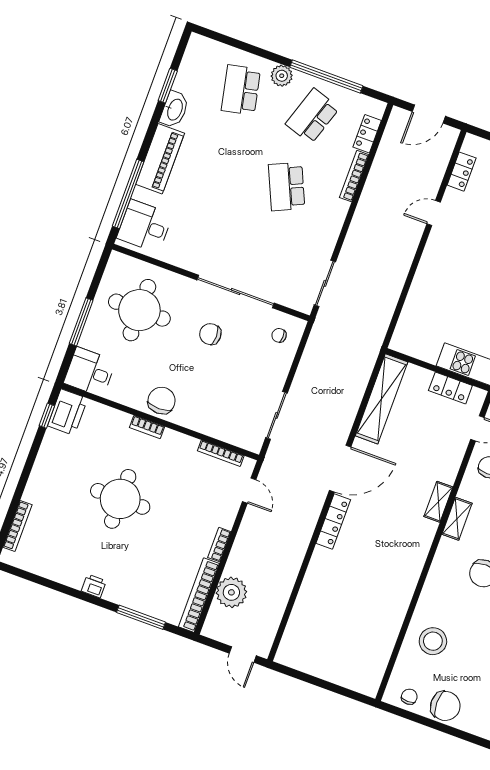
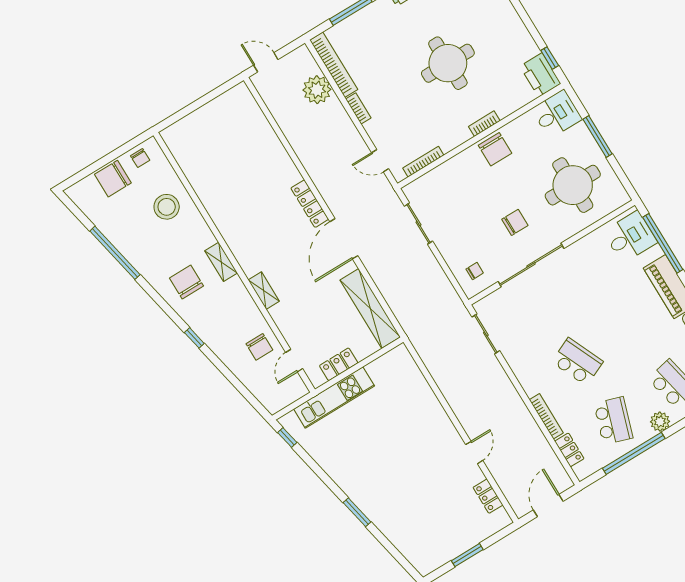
shelving: (457, 519) -> (221, 262), moved

